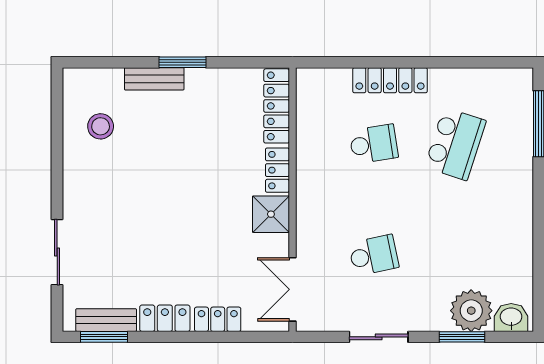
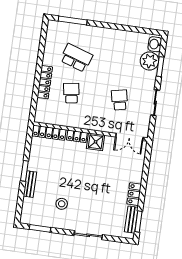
window: (57, 116) -> (40, 228), added
stool: (101, 126) -> (62, 204), moved
sliding door: (57, 252) -> (88, 235), moved
locker: (218, 319) -> (138, 171), removed

